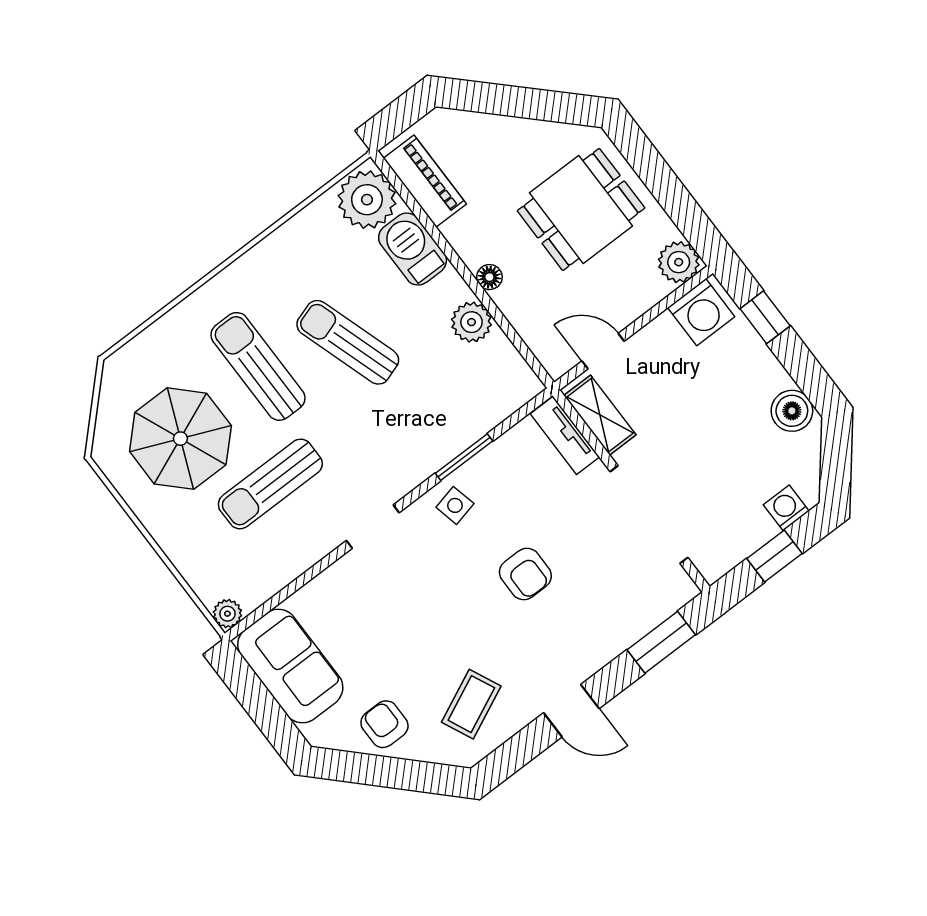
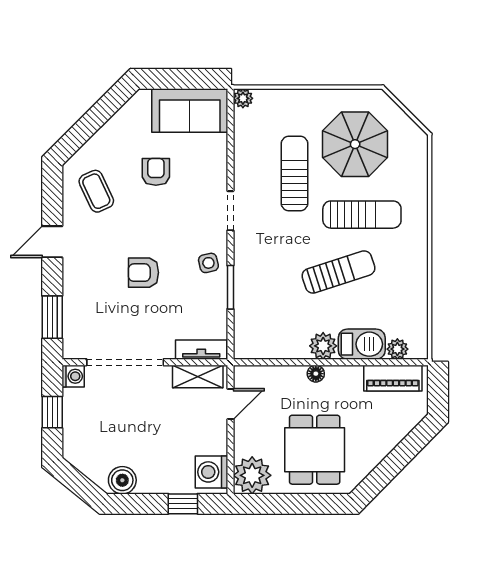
plant: (367, 200) -> (397, 349), width x0.53, depth x0.53
plant: (679, 262) -> (252, 475), width x1.36, depth x1.36
plant: (471, 322) -> (323, 346), moved
washing machine: (786, 508) -> (73, 376), moved
armchair: (384, 724) -> (156, 172), moved, turned -90

